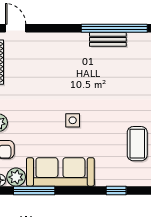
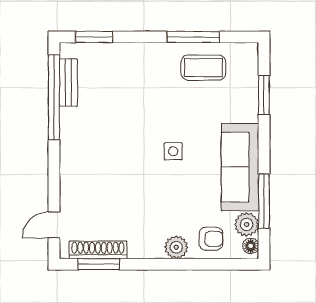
bench: (108, 39) -> (68, 83), moved
window: (116, 190) -> (264, 95), width x1.50

